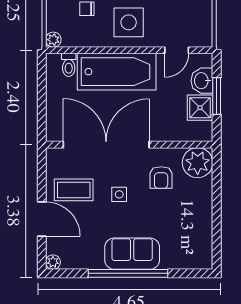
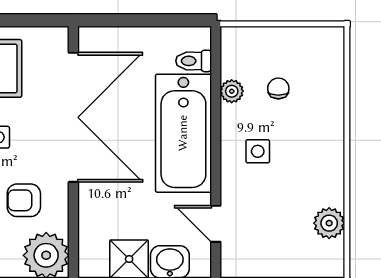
side table: (129, 22) -> (258, 151), width x0.54, depth x0.54
plant: (53, 40) -> (232, 91), moved

